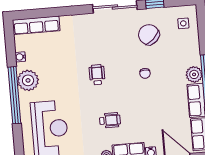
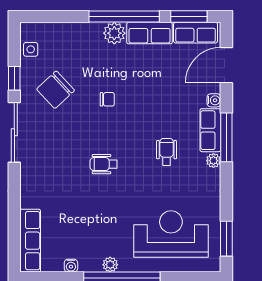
side table: (183, 23) -> (31, 49), moved
plant: (28, 80) -> (110, 265), width x0.53, depth x0.53

